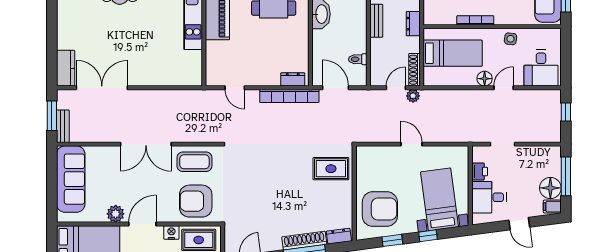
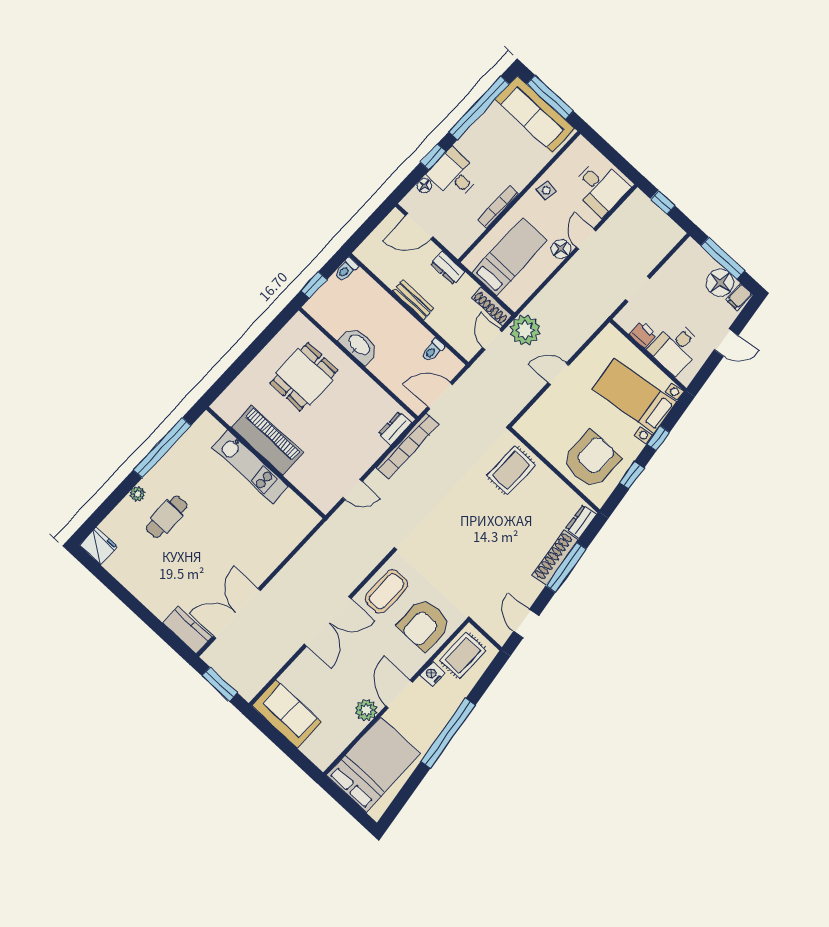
plant: (413, 96) -> (525, 330), width x1.88, depth x1.88
bench: (63, 126) -> (239, 683), removed
sofa: (71, 179) -> (287, 714), width x0.73

